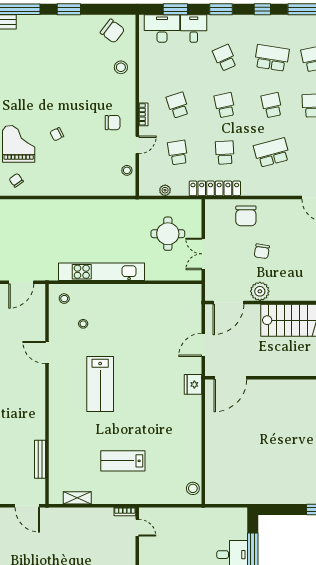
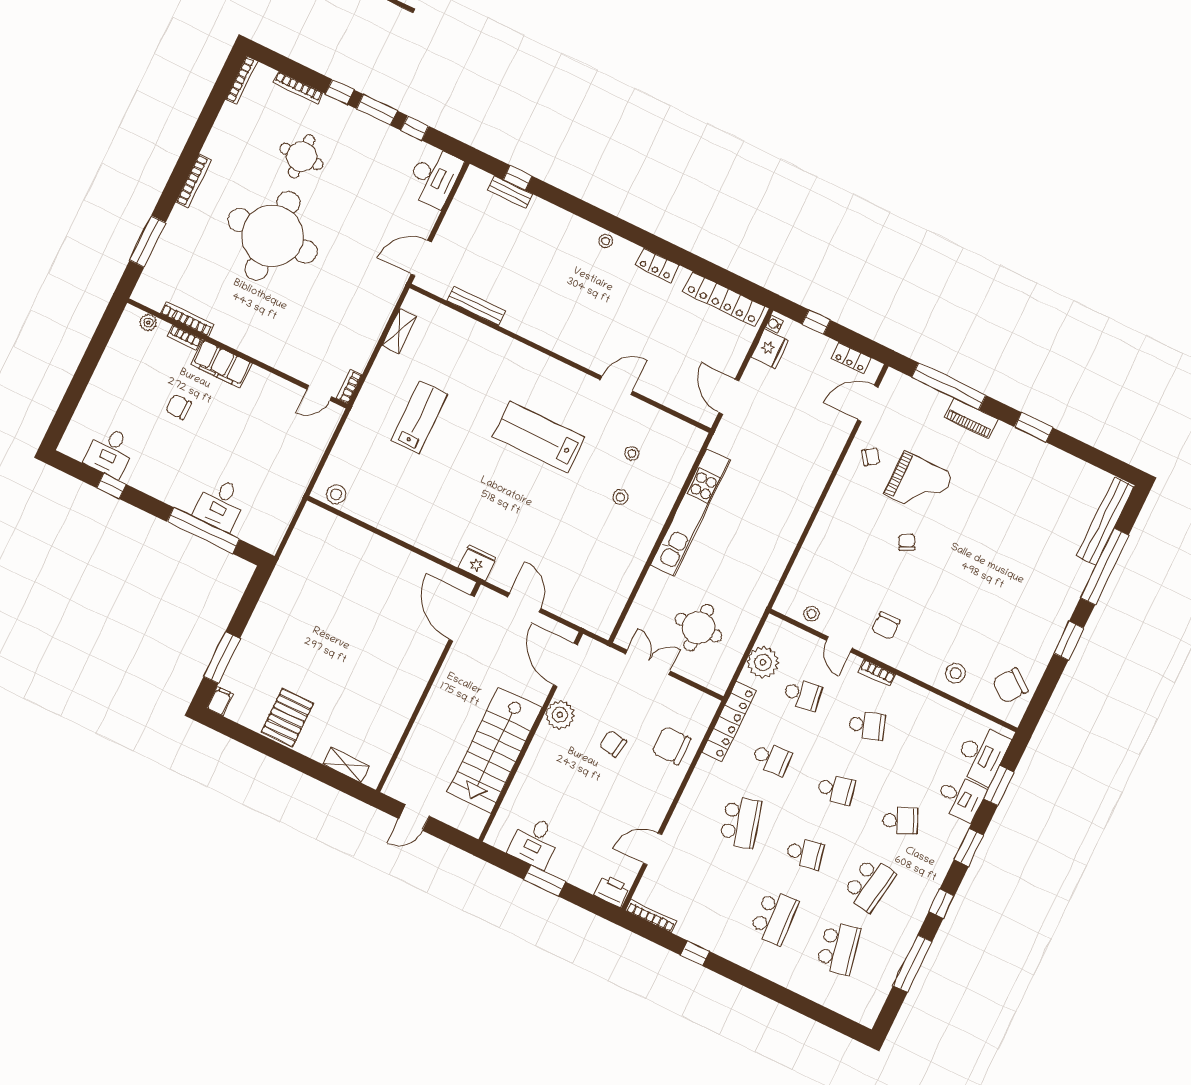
plant: (165, 190) -> (763, 662), width x1.88, depth x1.88
stool: (64, 299) -> (620, 497), moved

